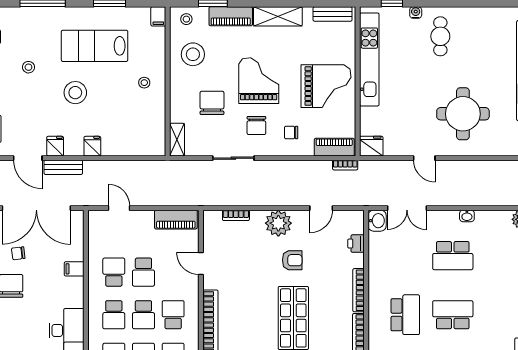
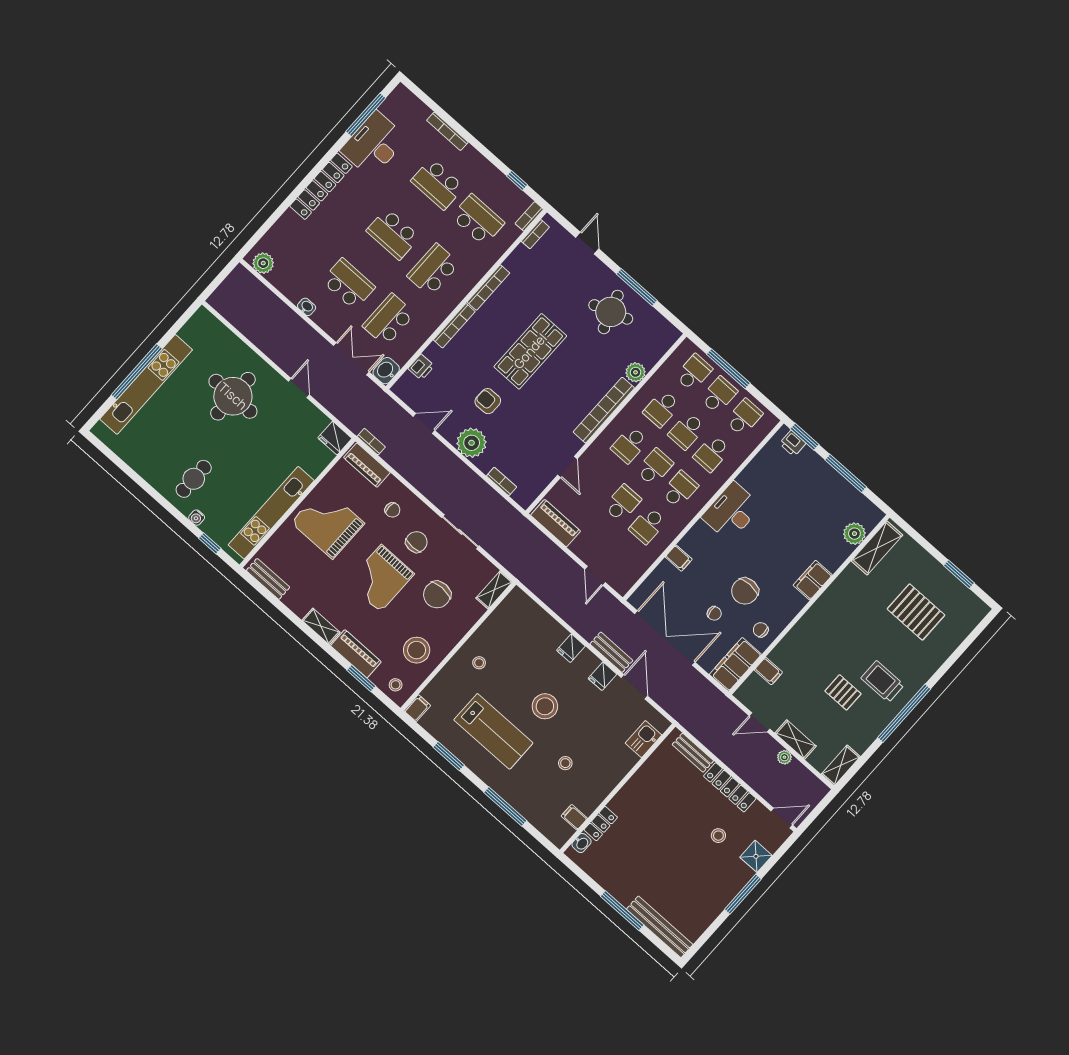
shelving: (278, 16) -> (321, 626), width x0.67, depth x0.75
school desk: (405, 256) -> (389, 320), added

